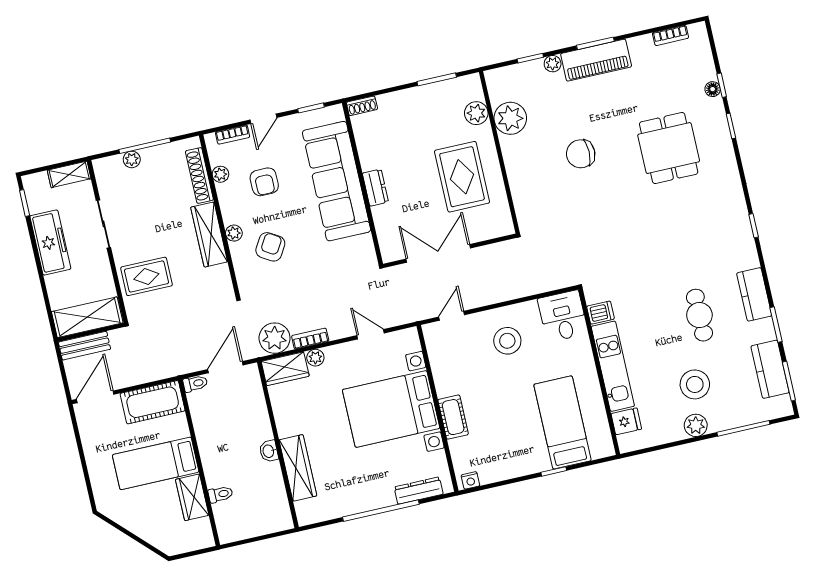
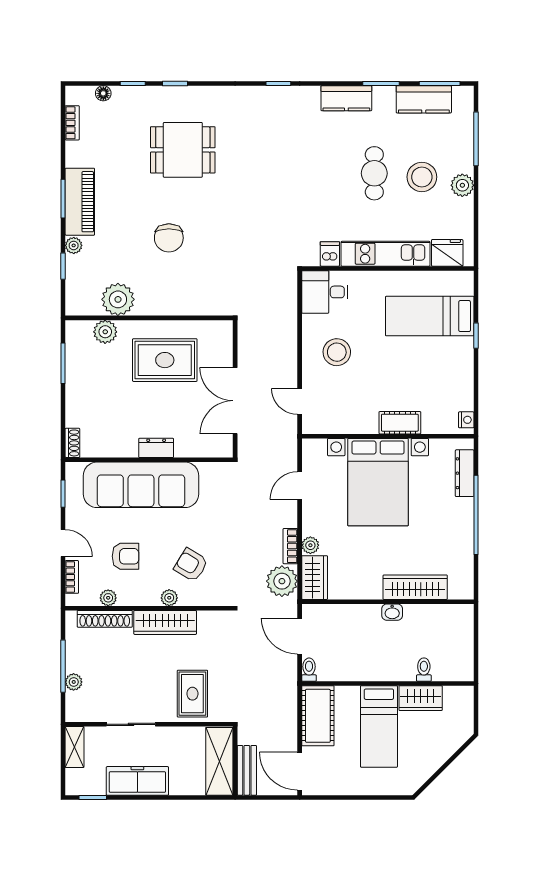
floor lamp: (713, 89) -> (103, 93), moved
cafe table: (699, 315) -> (374, 173), moved, turned 90
fridge: (626, 421) -> (447, 253), width x1.38

